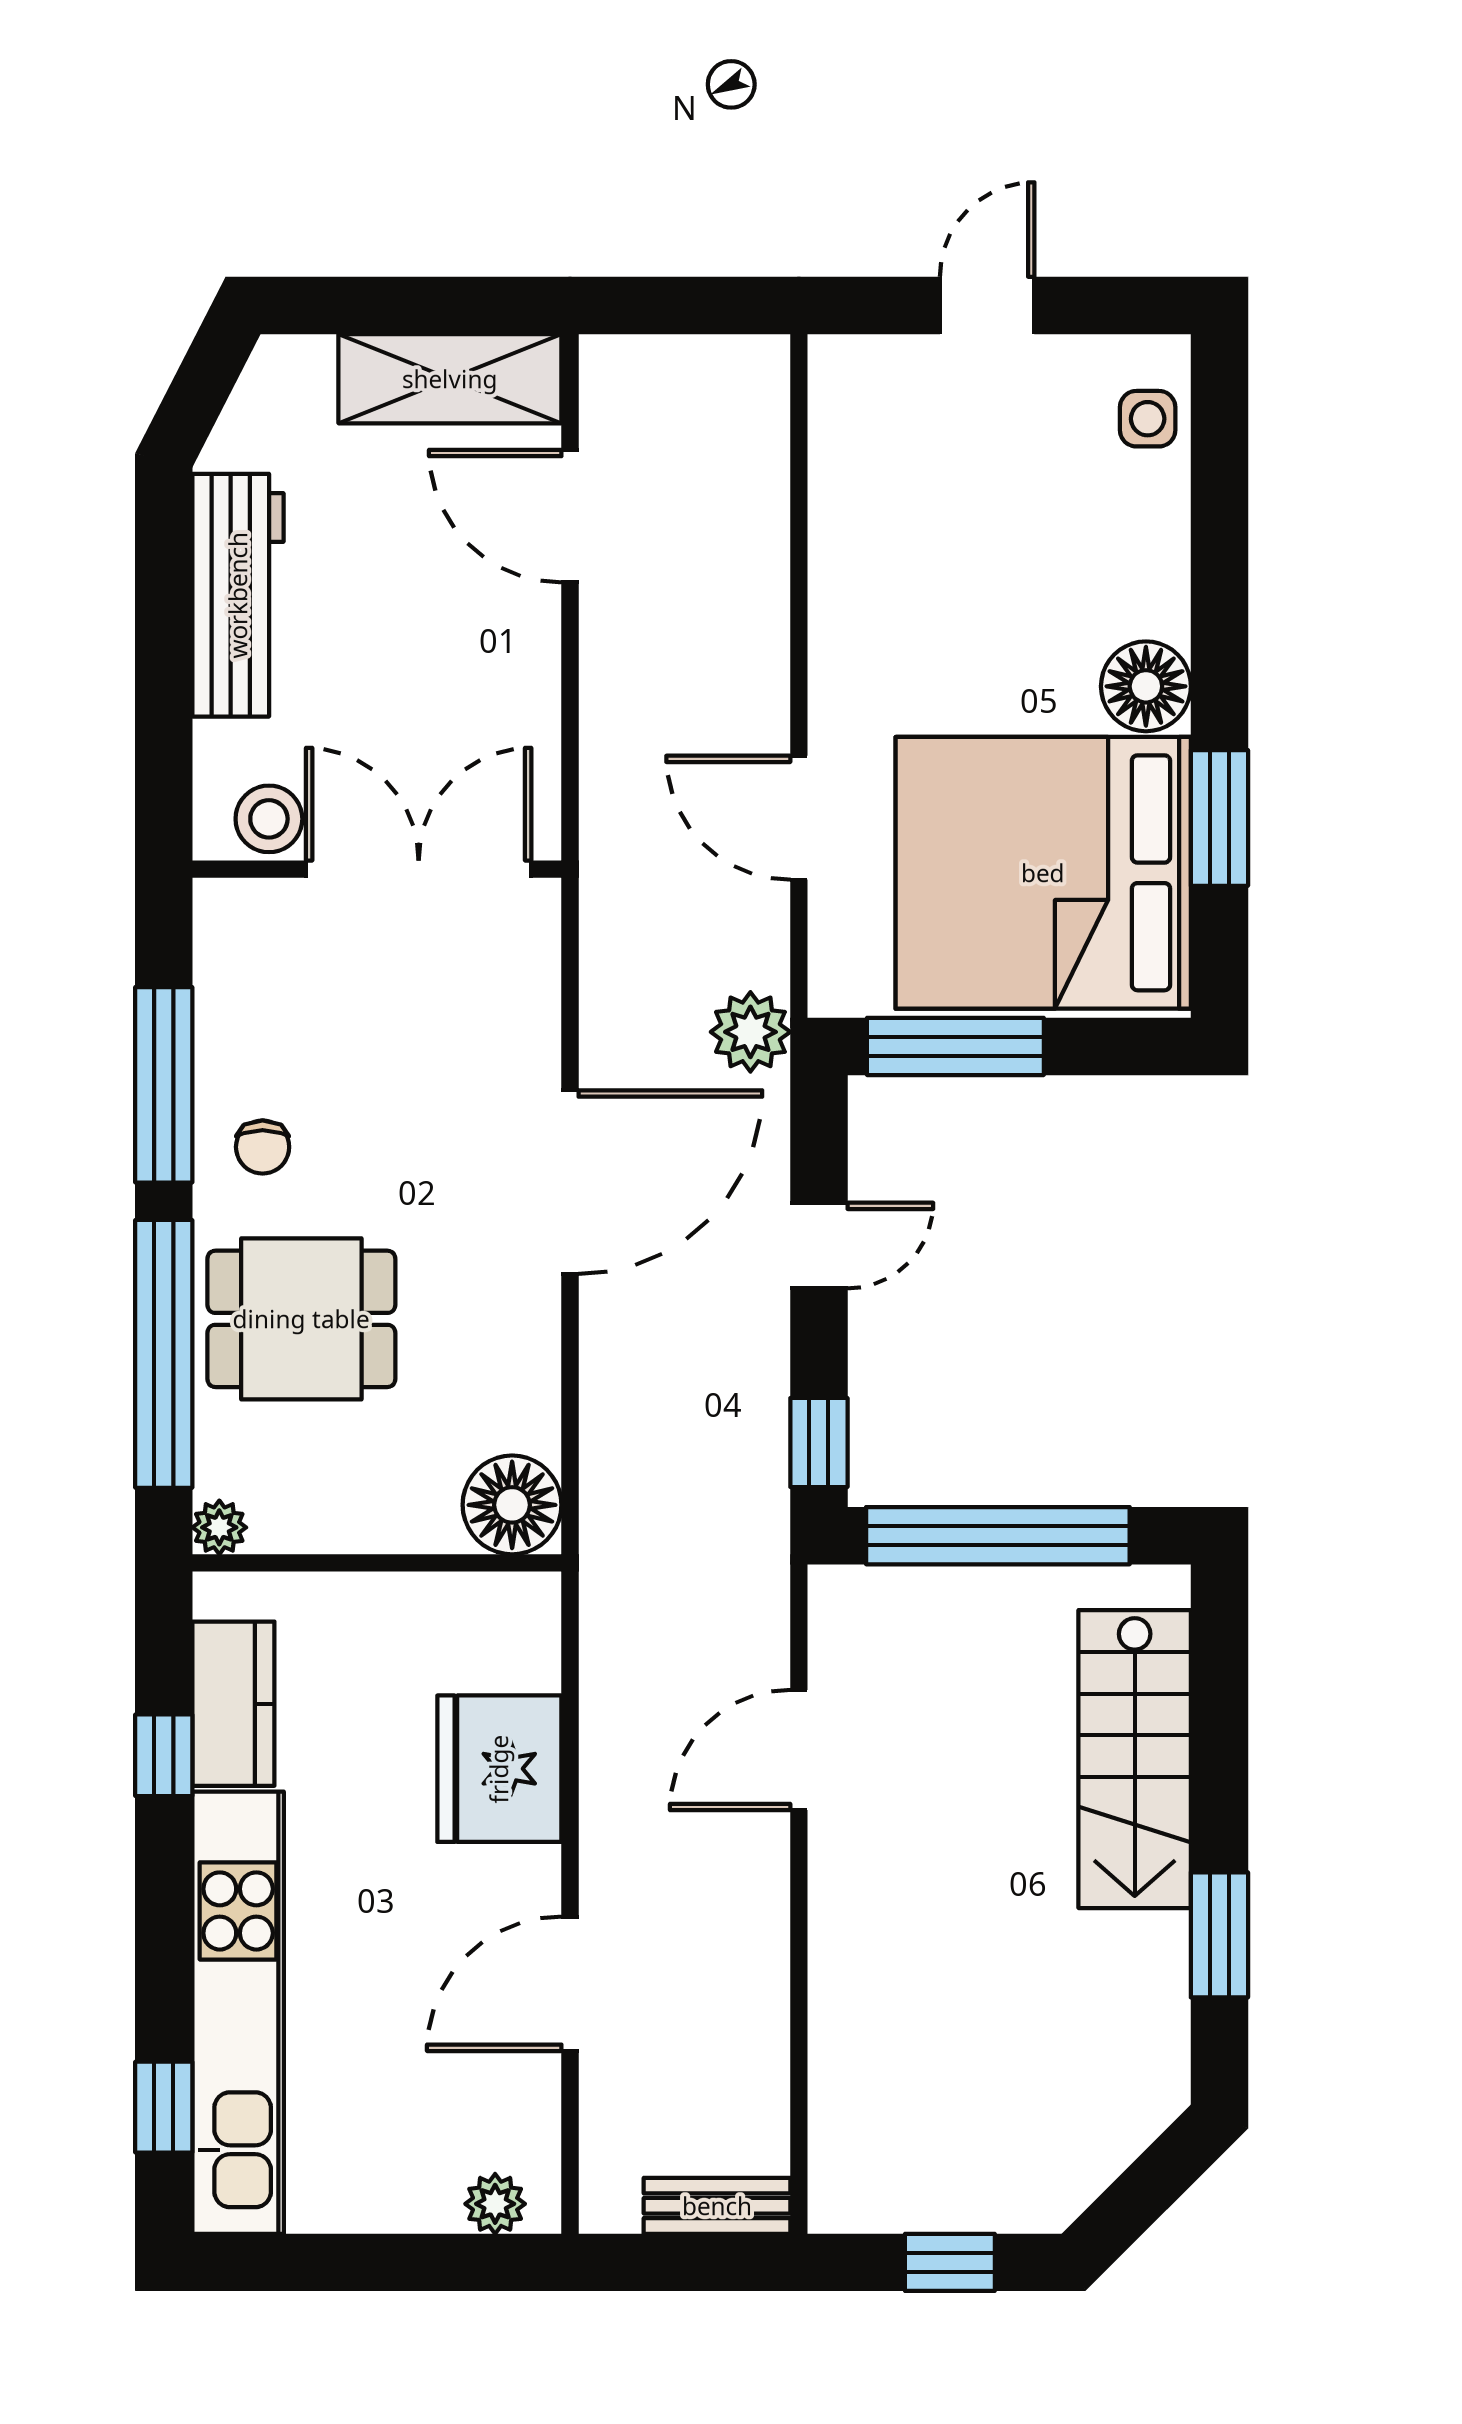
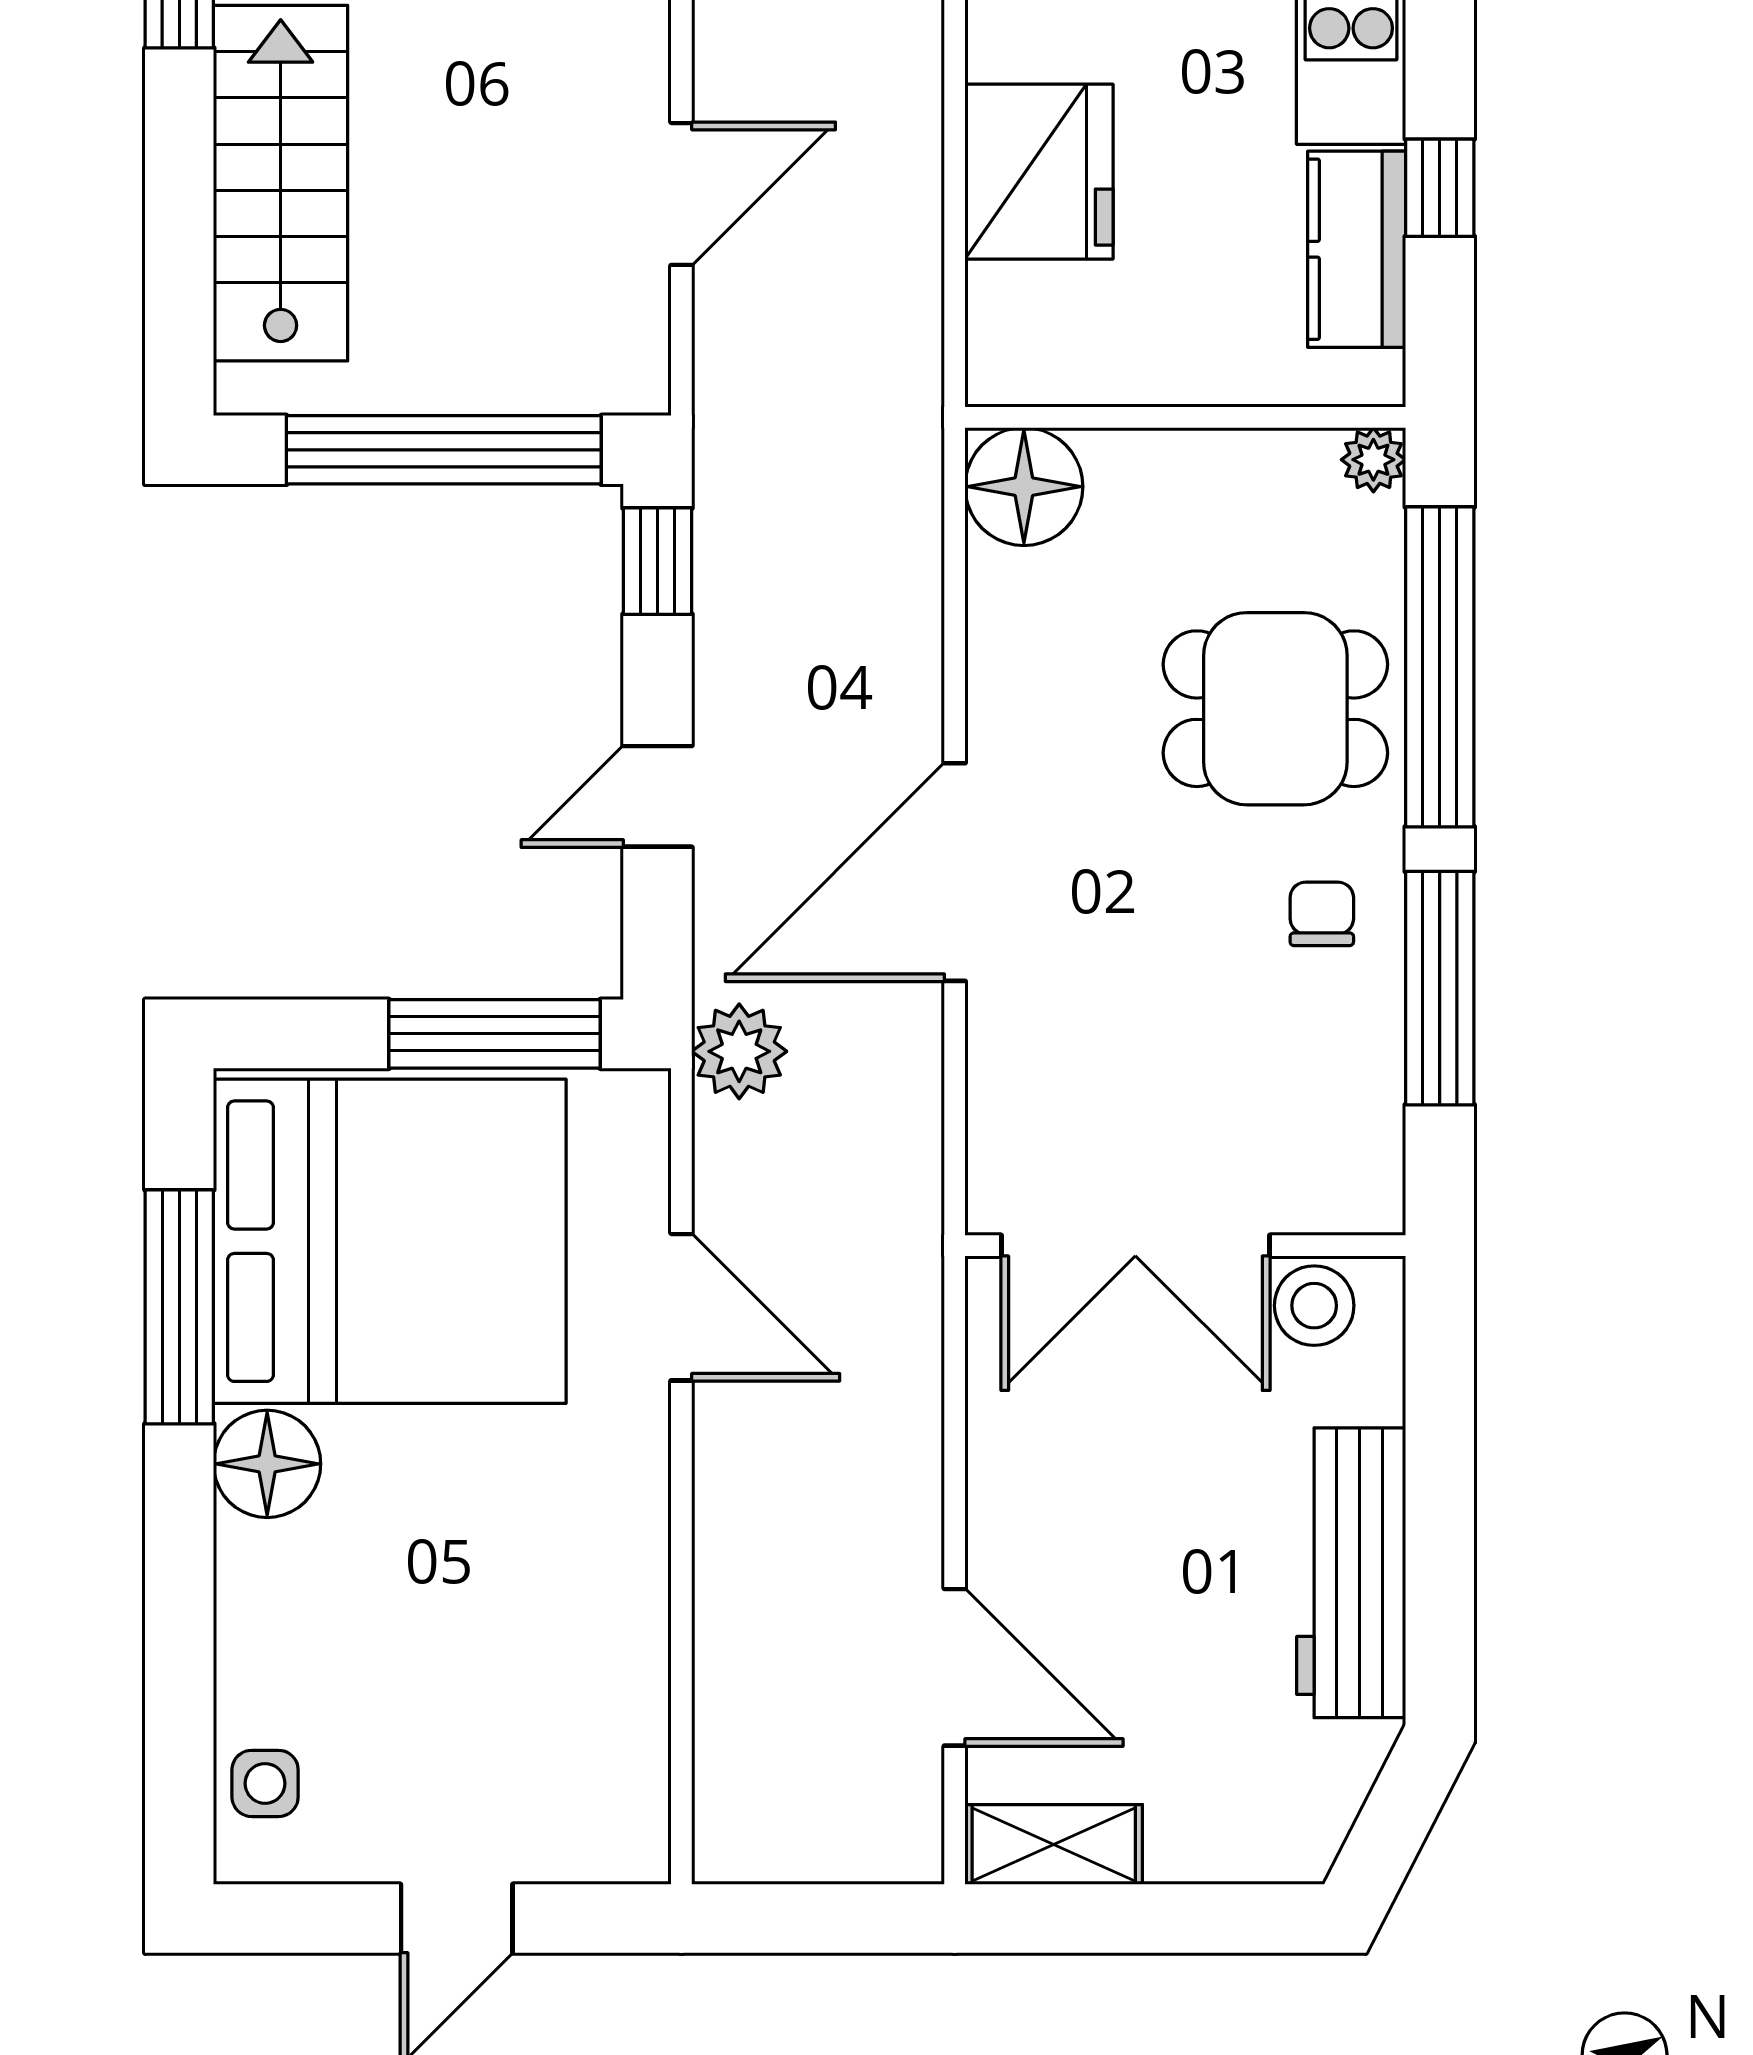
shelving: (450, 379) -> (1054, 1844), width x0.67, depth x0.75
window: (1219, 818) -> (179, 1307), width x1.44

